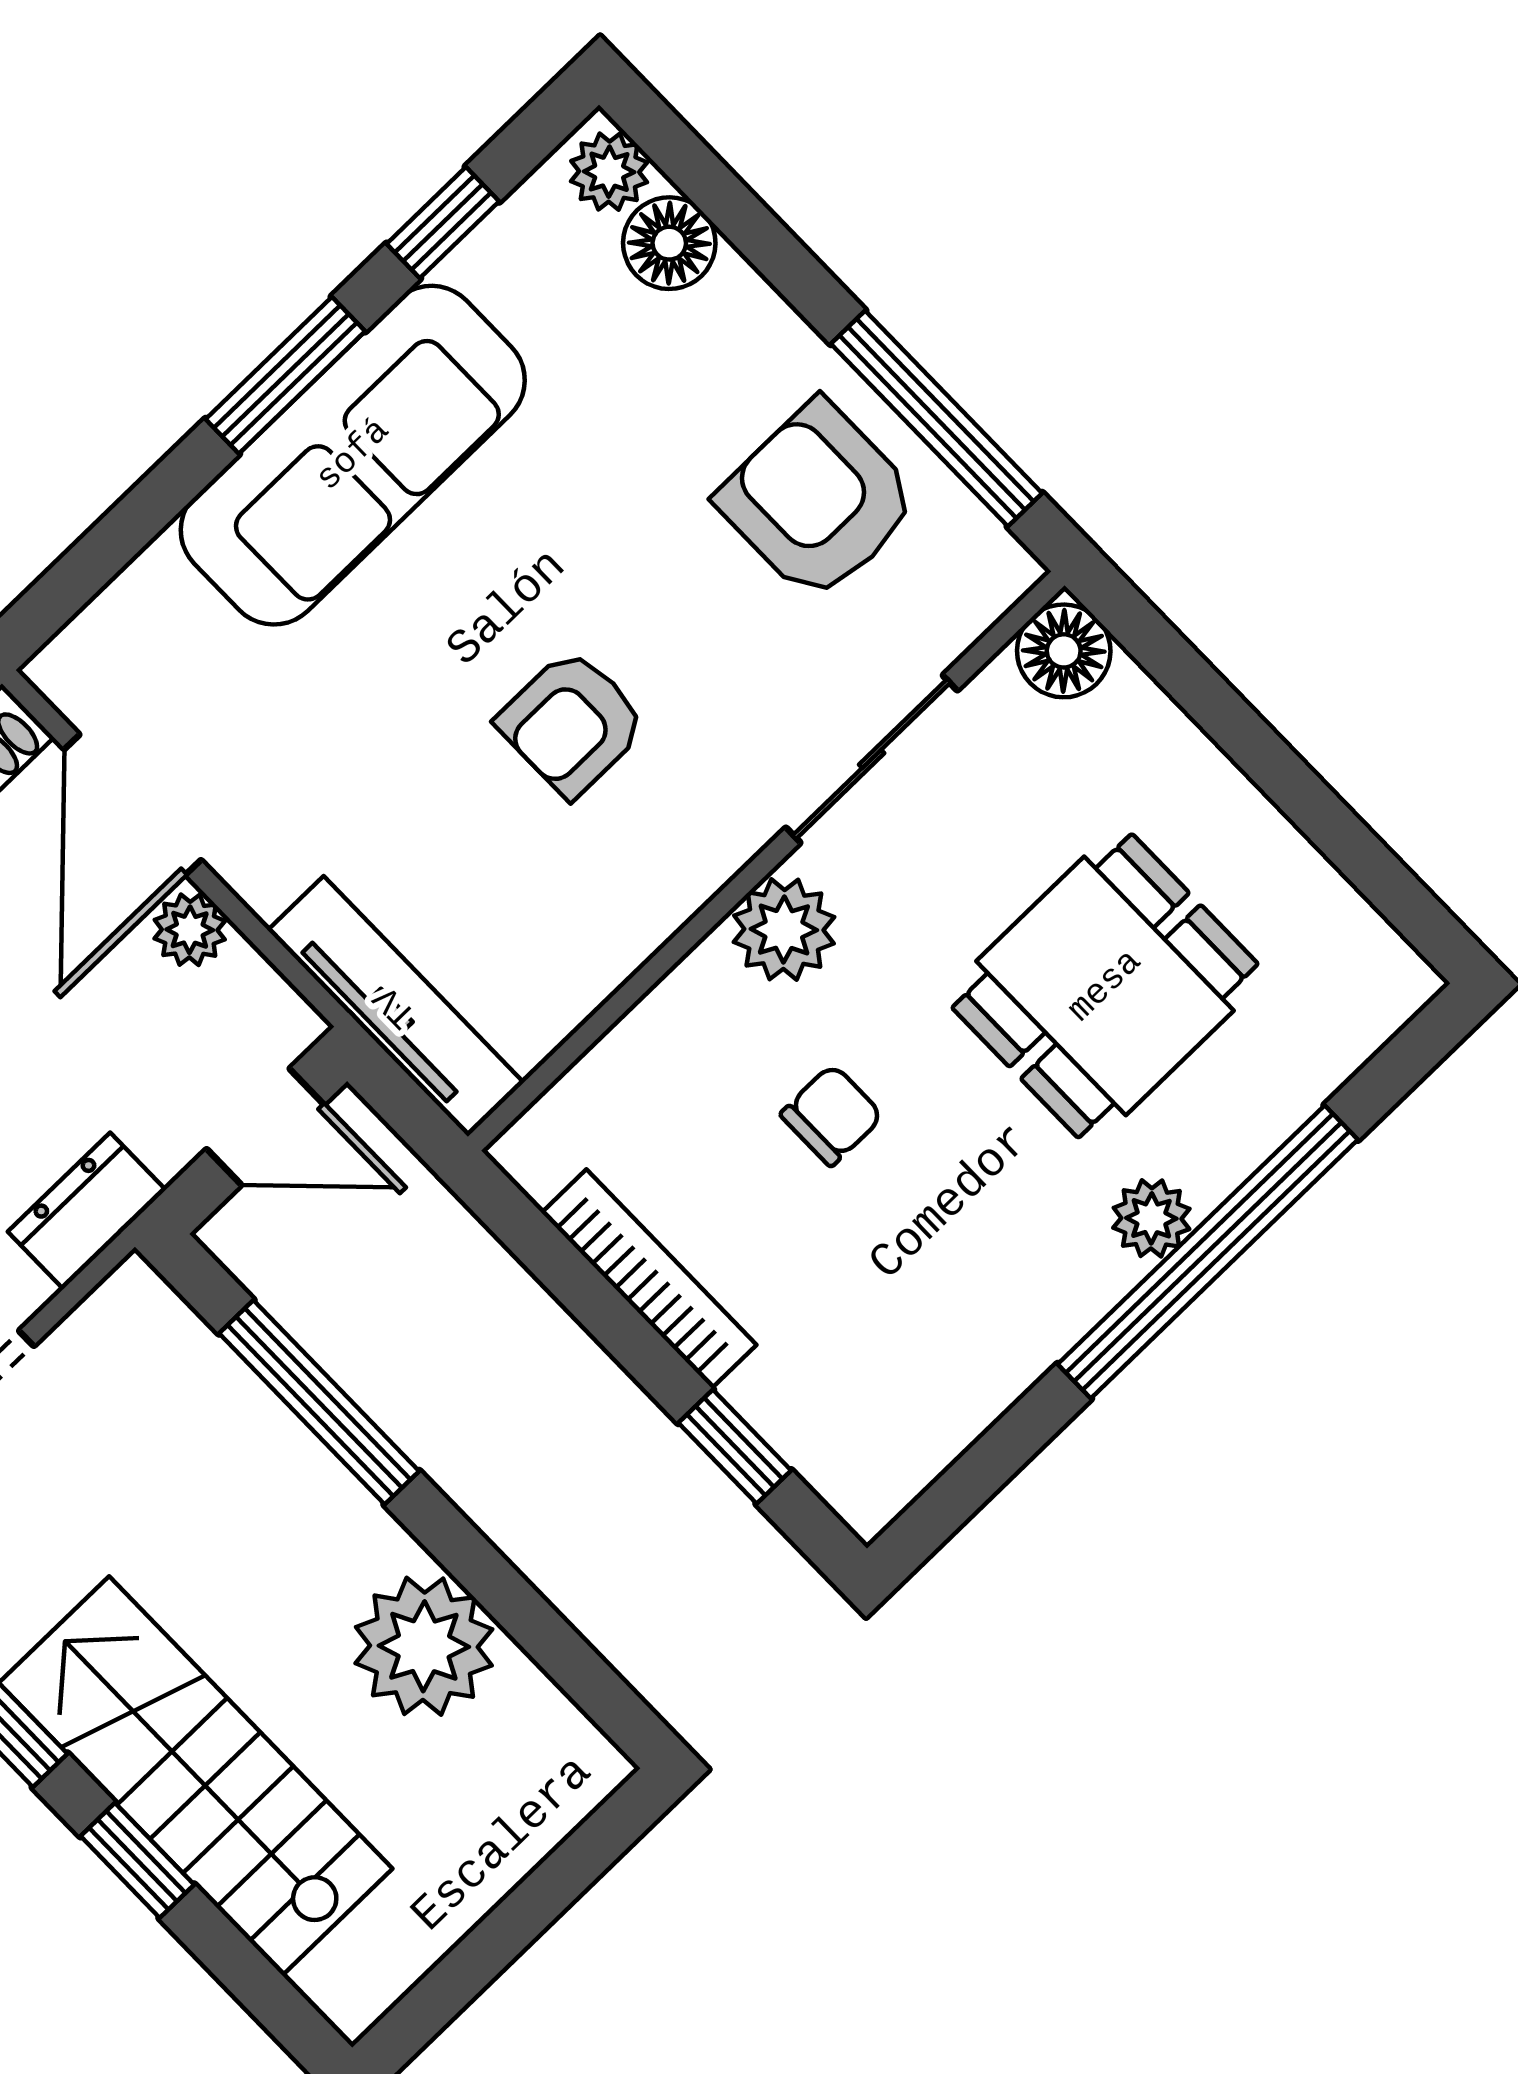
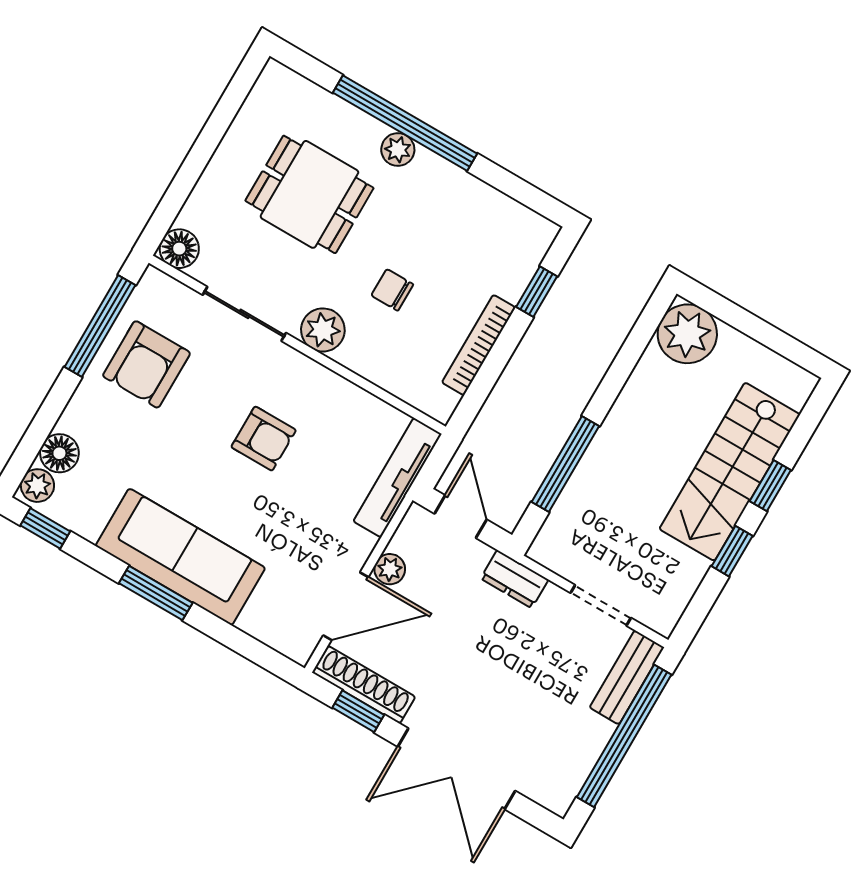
window: (443, 223) -> (45, 528), moved
plant: (424, 1646) -> (687, 334), moved

